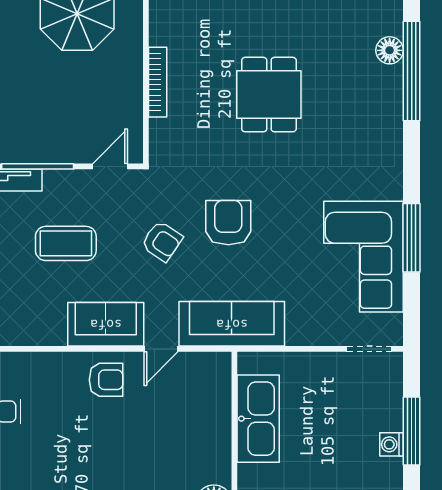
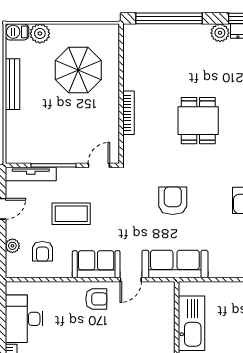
armchair: (162, 241) -> (42, 251), moved, turned 56

